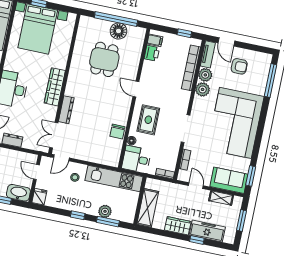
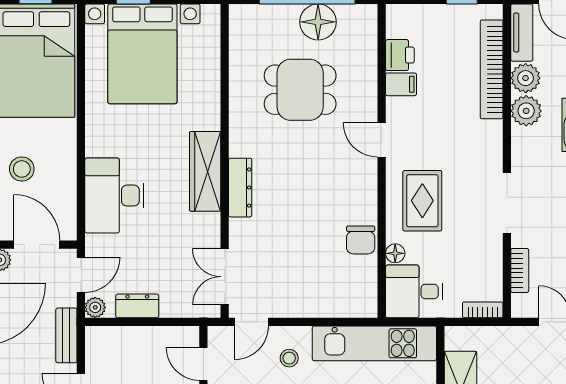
filing cabinet: (155, 40) -> (401, 84), moved
dining table: (104, 59) -> (300, 90), turned 90
dresser: (66, 110) -> (240, 188), moved

